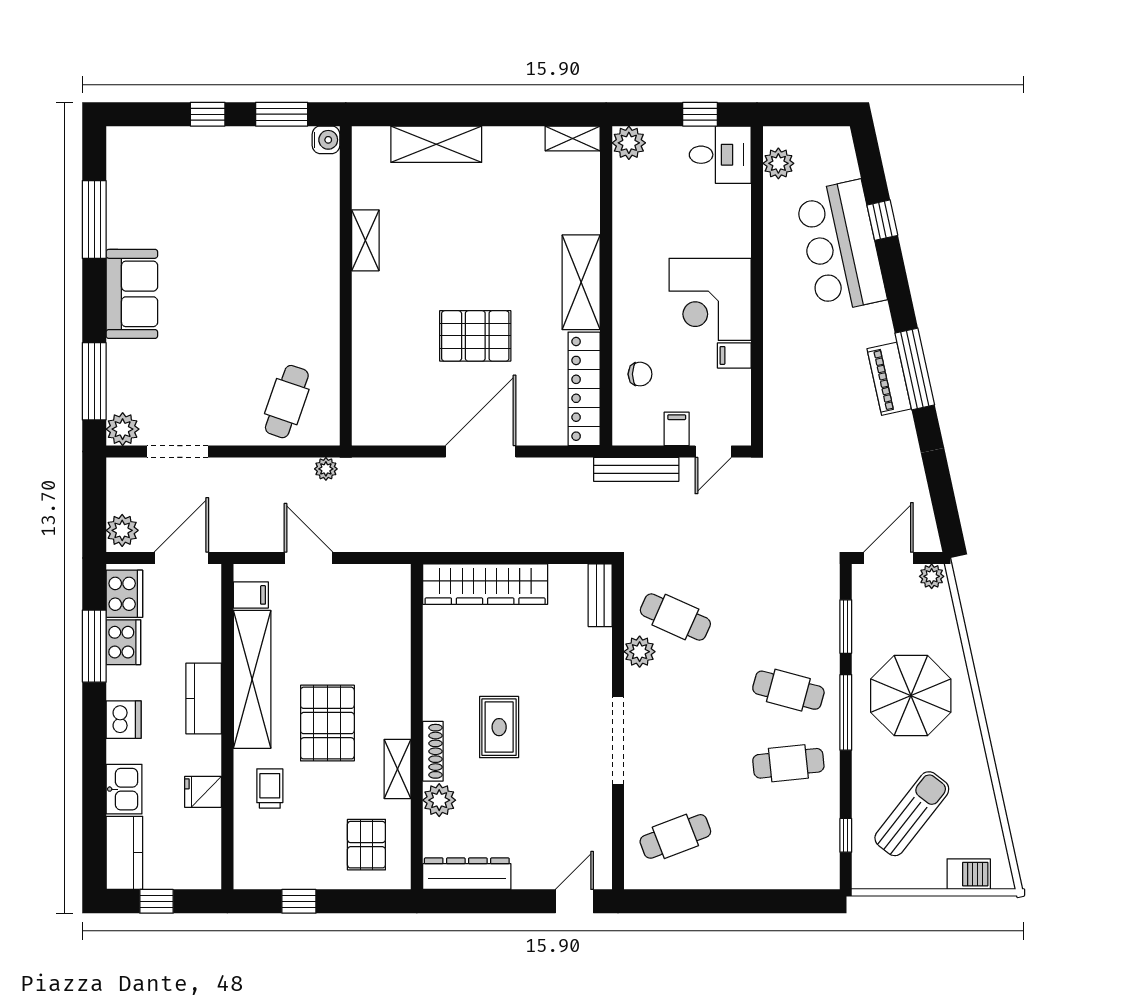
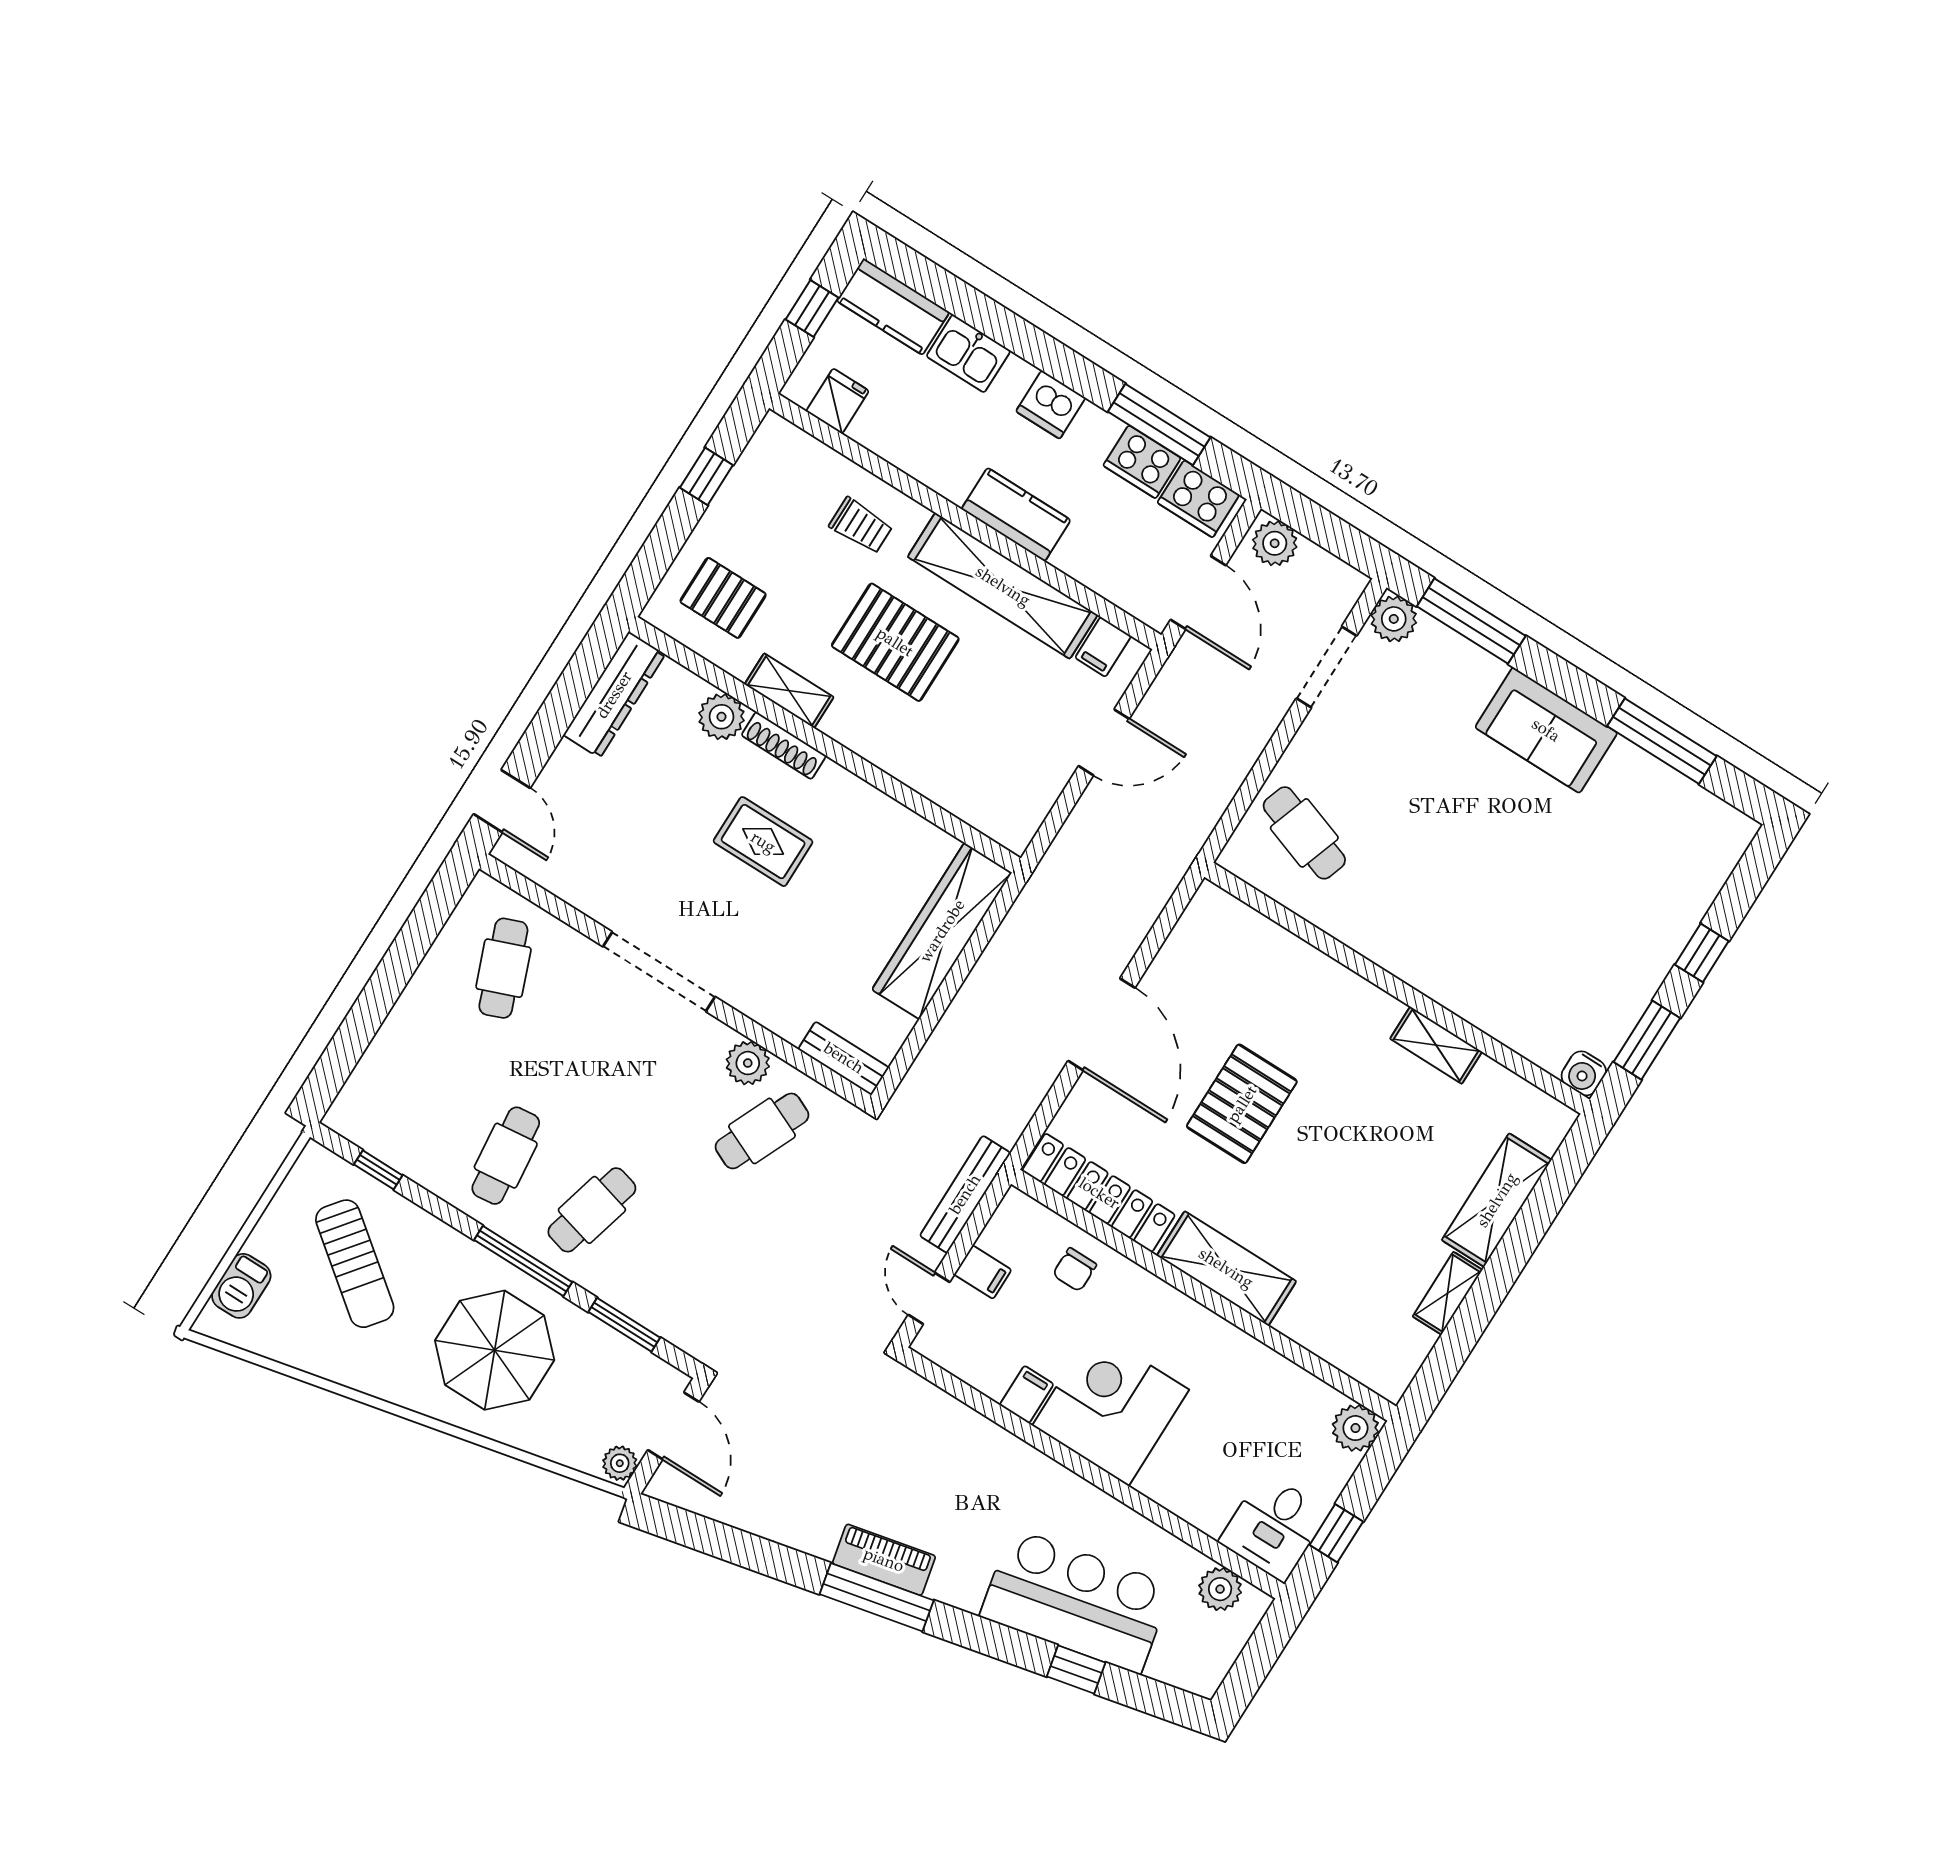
shelving: (573, 138) -> (1448, 1293), moved
plant: (326, 469) -> (1196, 829), removed
fridge: (203, 792) -> (837, 401), moved

